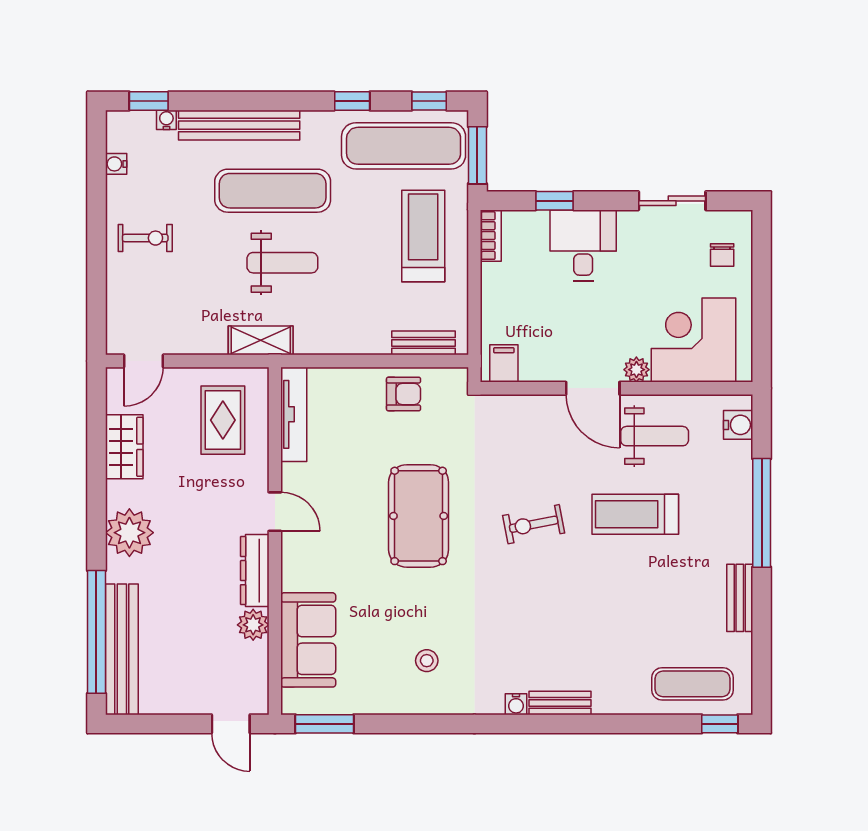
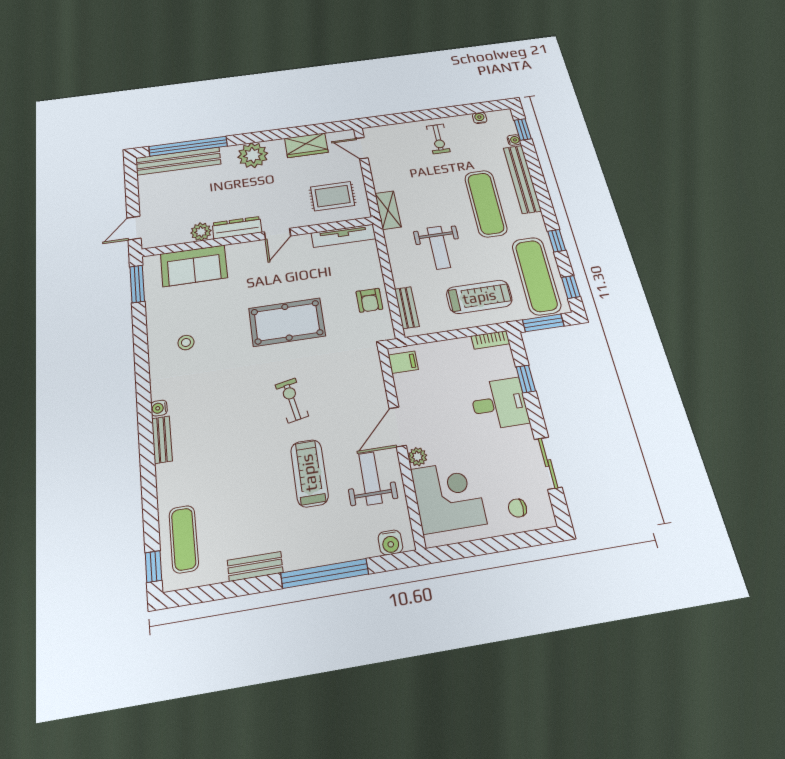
weight bench: (282, 263) -> (439, 248), moved
weight bench: (655, 436) -> (370, 478), turned 180

